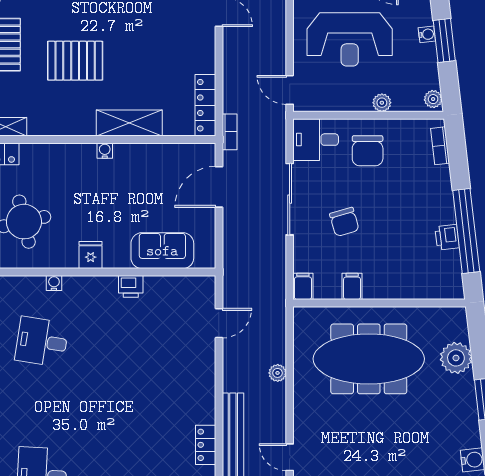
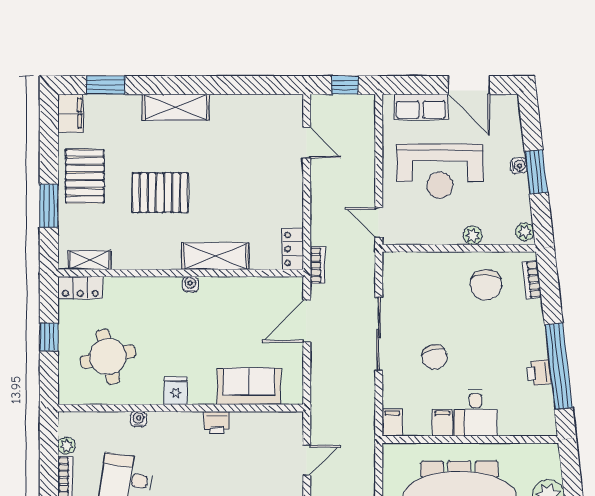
locker: (205, 105) -> (293, 249), width x0.66
desk: (316, 140) -> (476, 413), moved, turned -90
chair: (368, 151) -> (486, 285), moved

